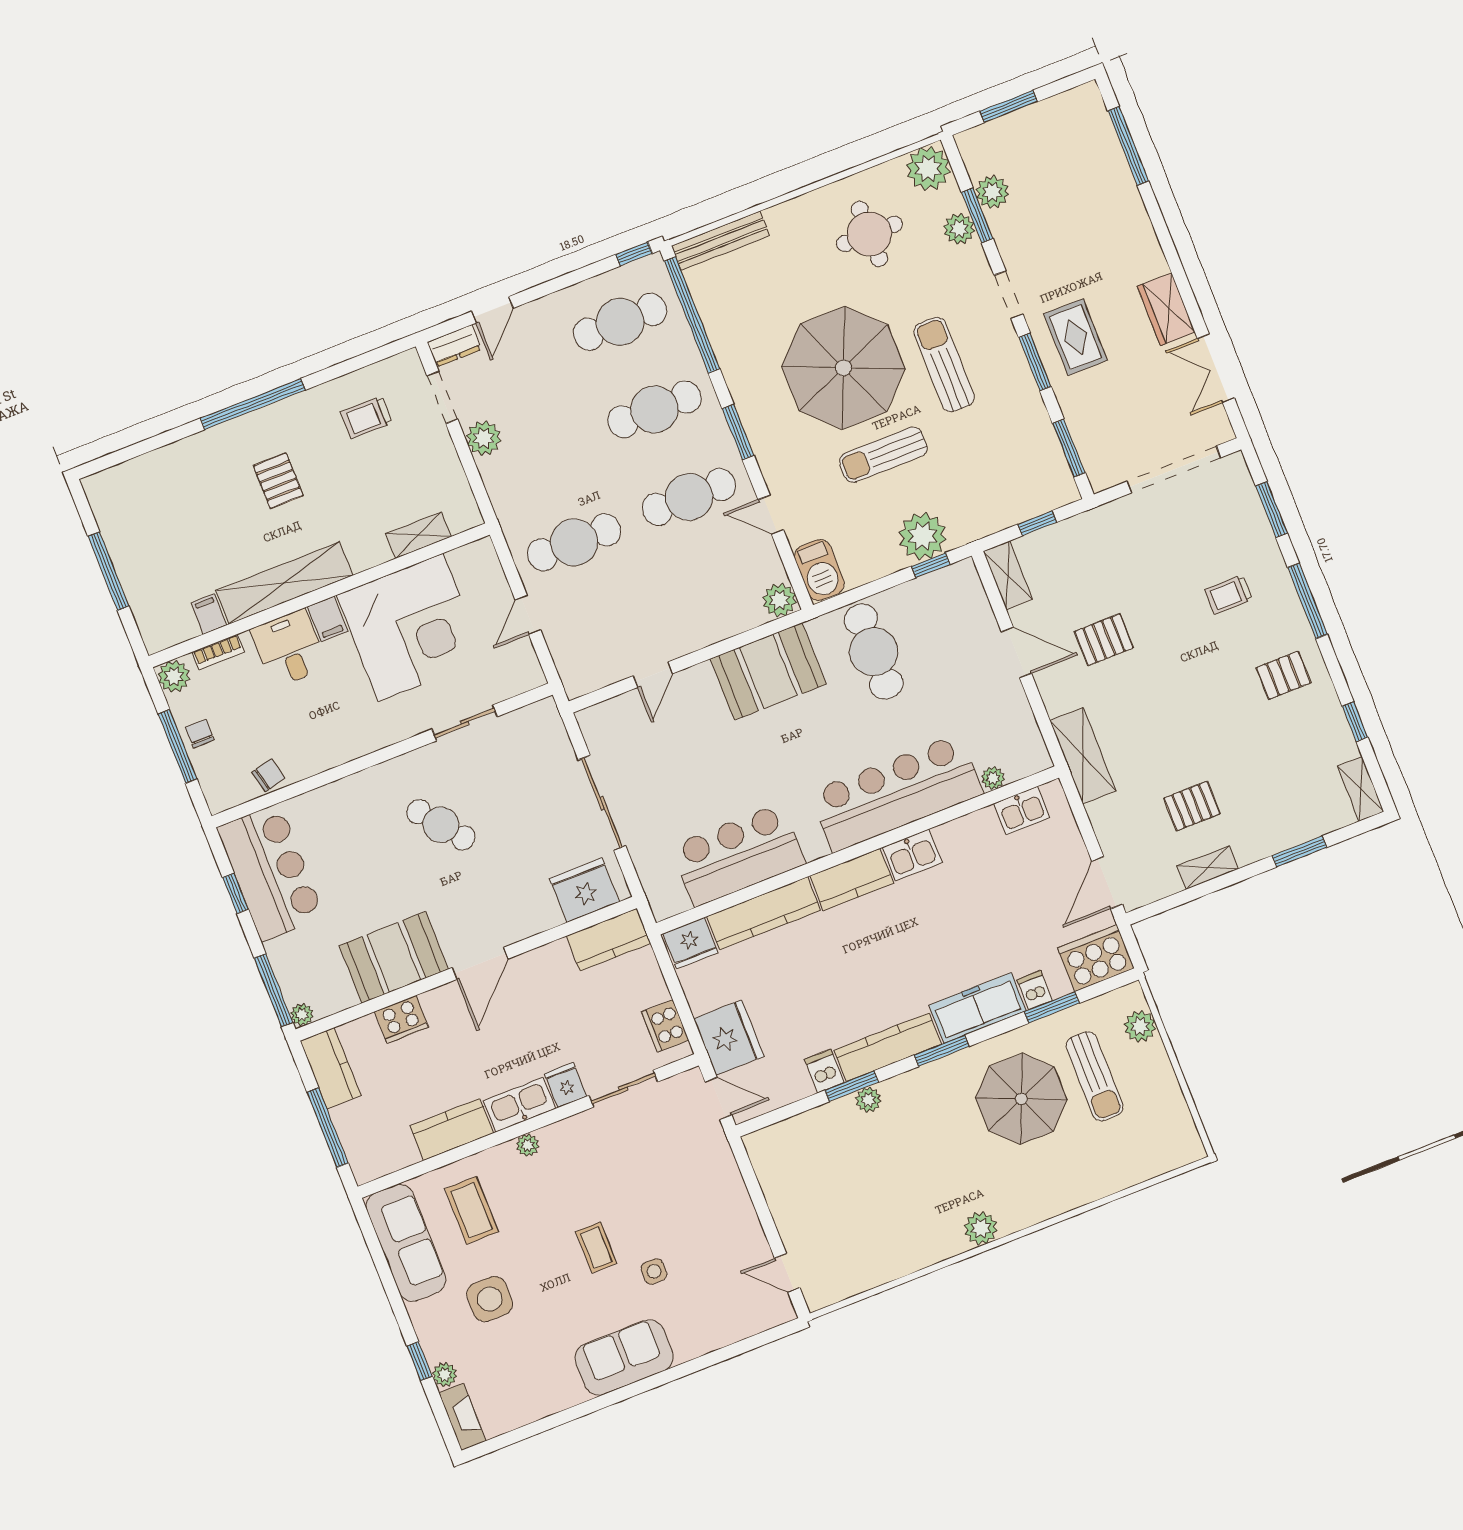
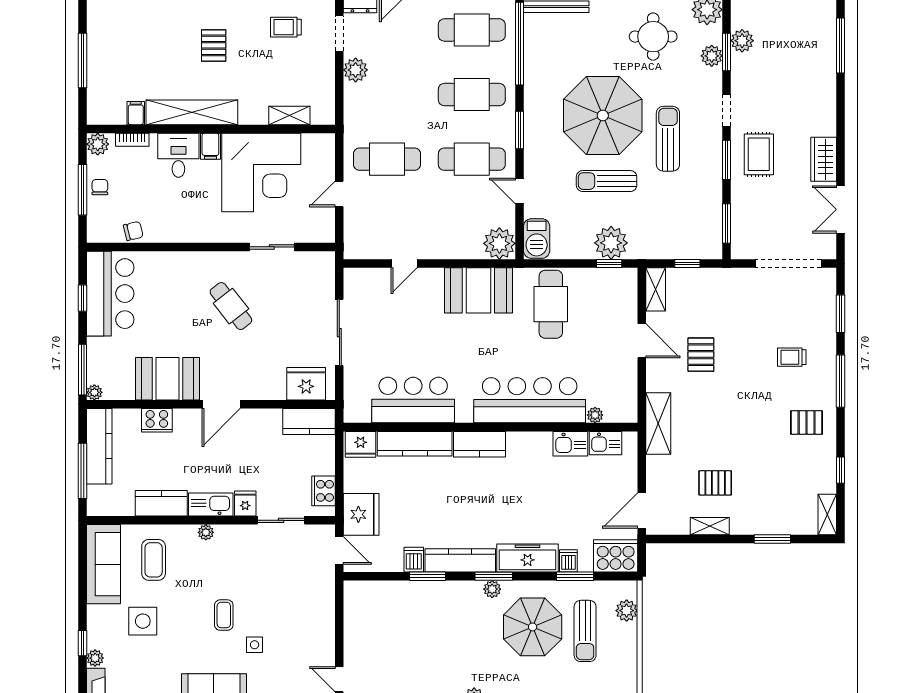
plant: (780, 600) -> (499, 243), width x1.36, depth x1.36
pallet: (1104, 640) -> (701, 355), turned 90
kitchen sink: (912, 855) -> (570, 444), moved
kitchen counter: (330, 1068) -> (99, 446), width x1.50
plant: (868, 1100) -> (492, 589), moved

